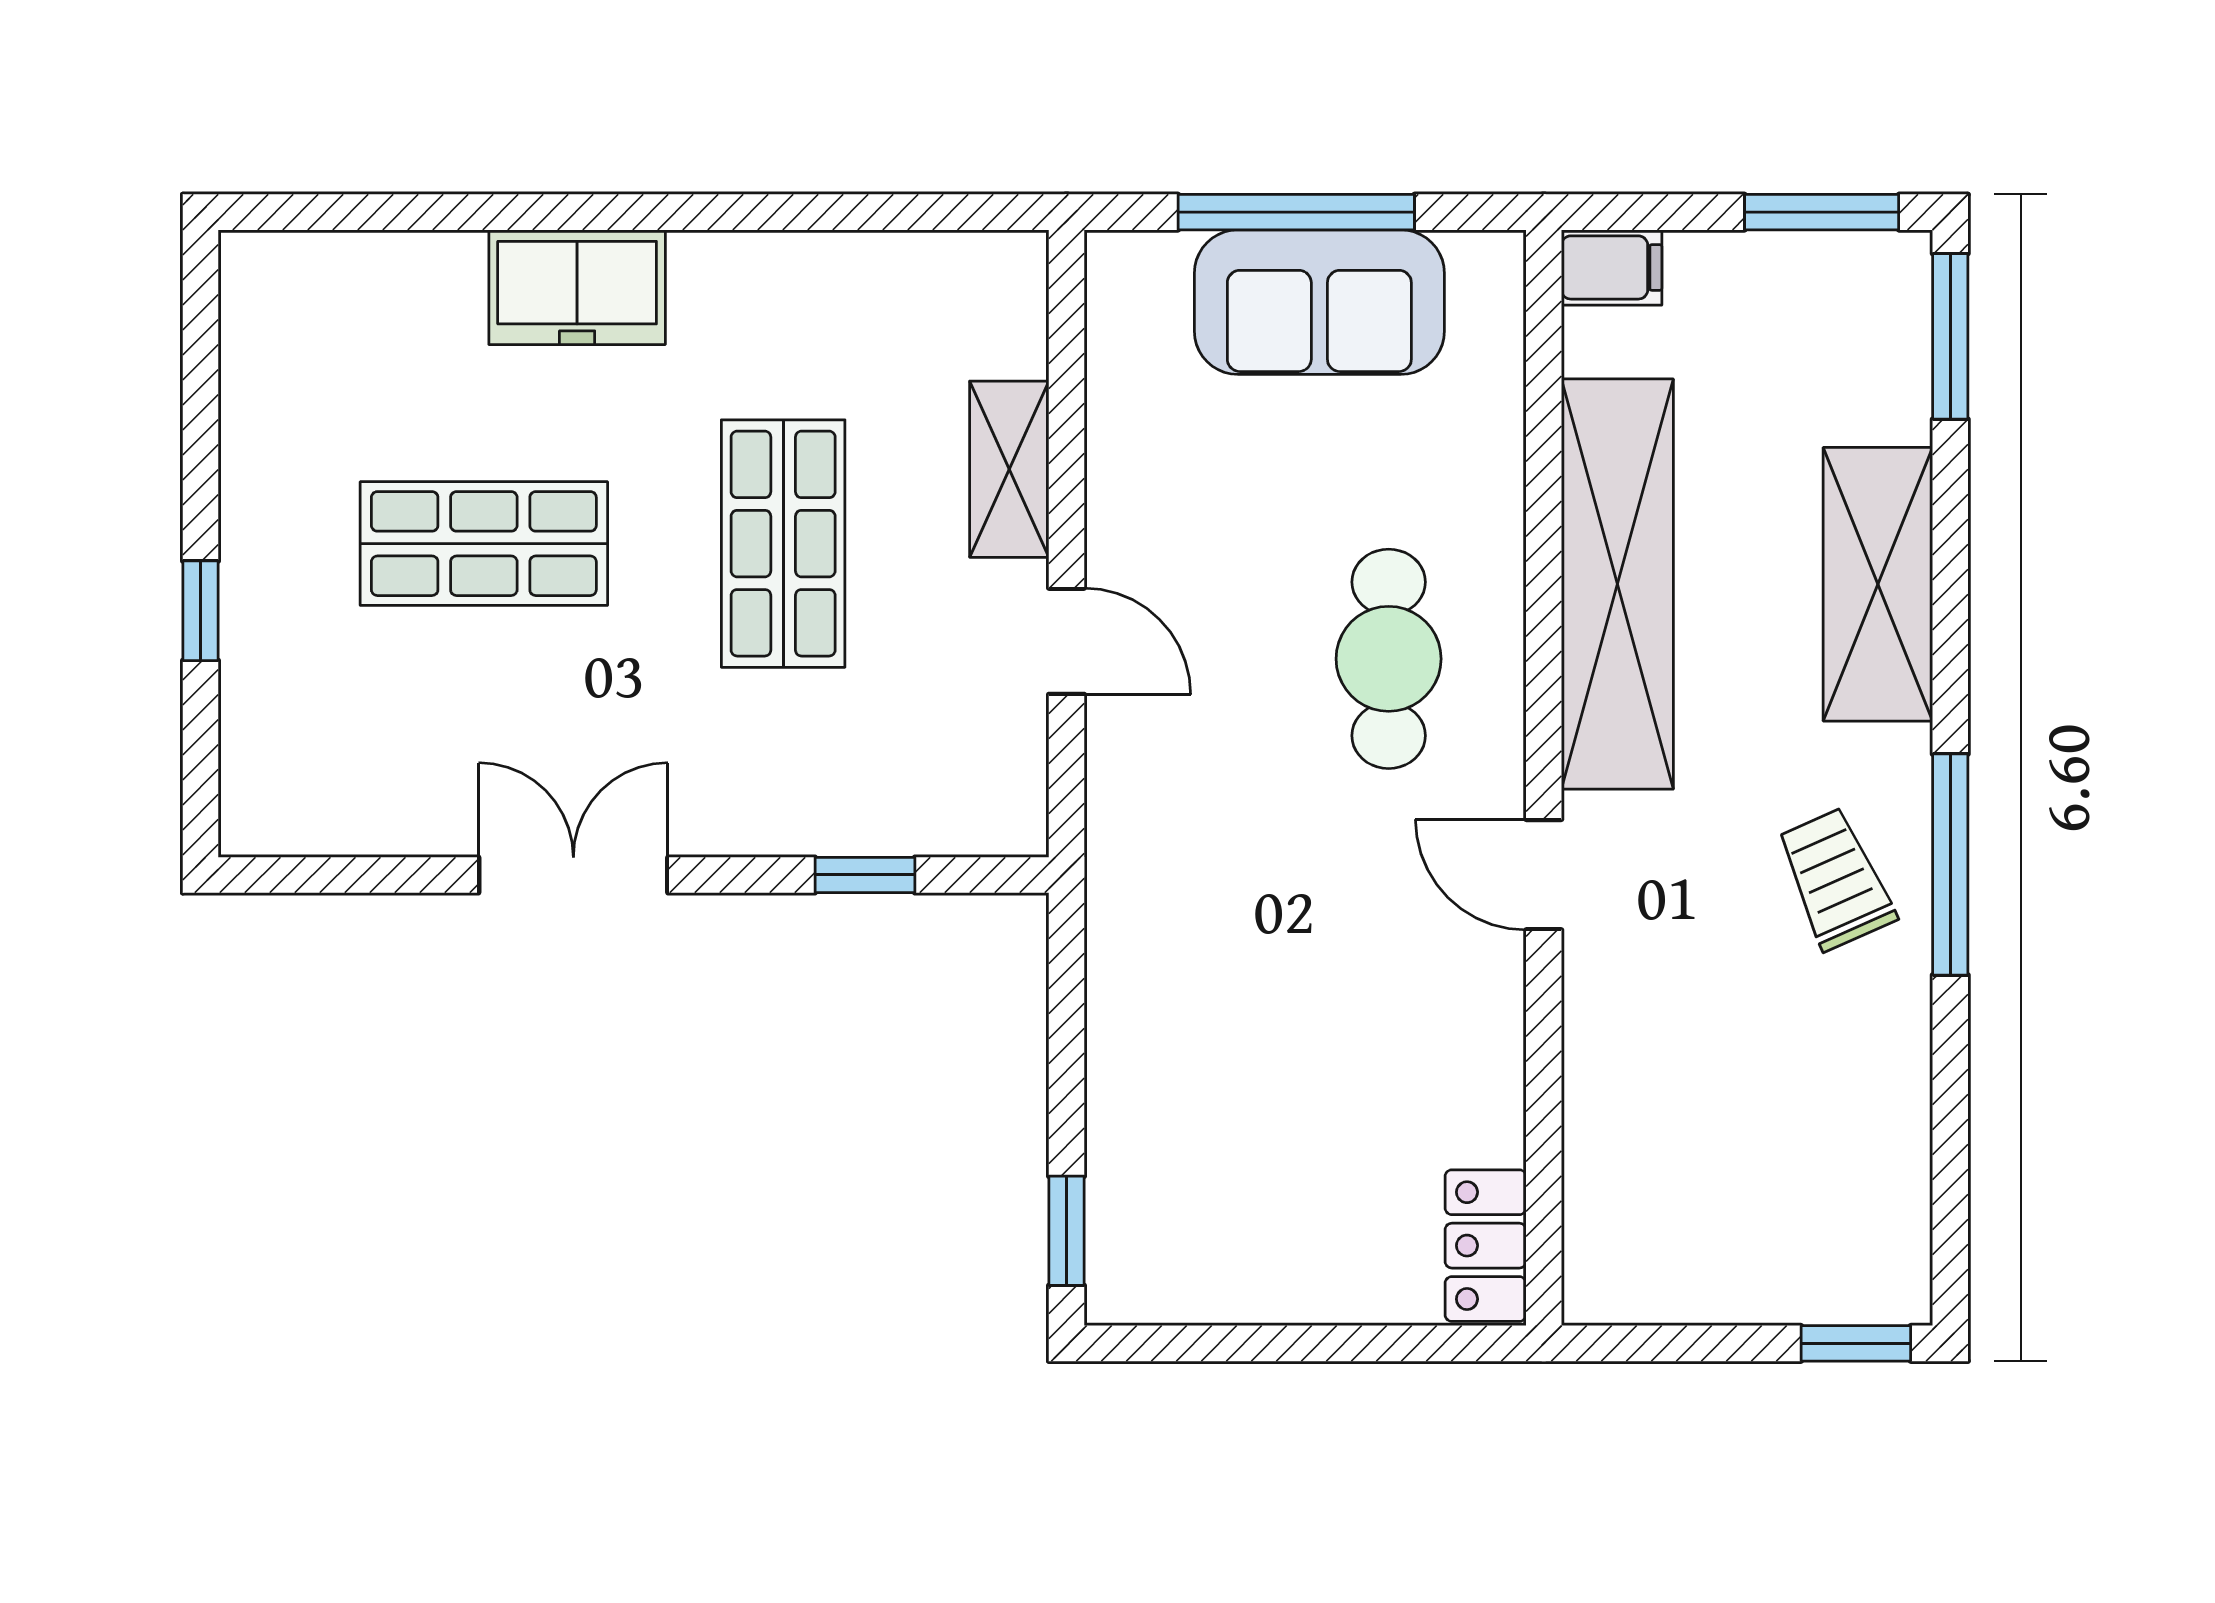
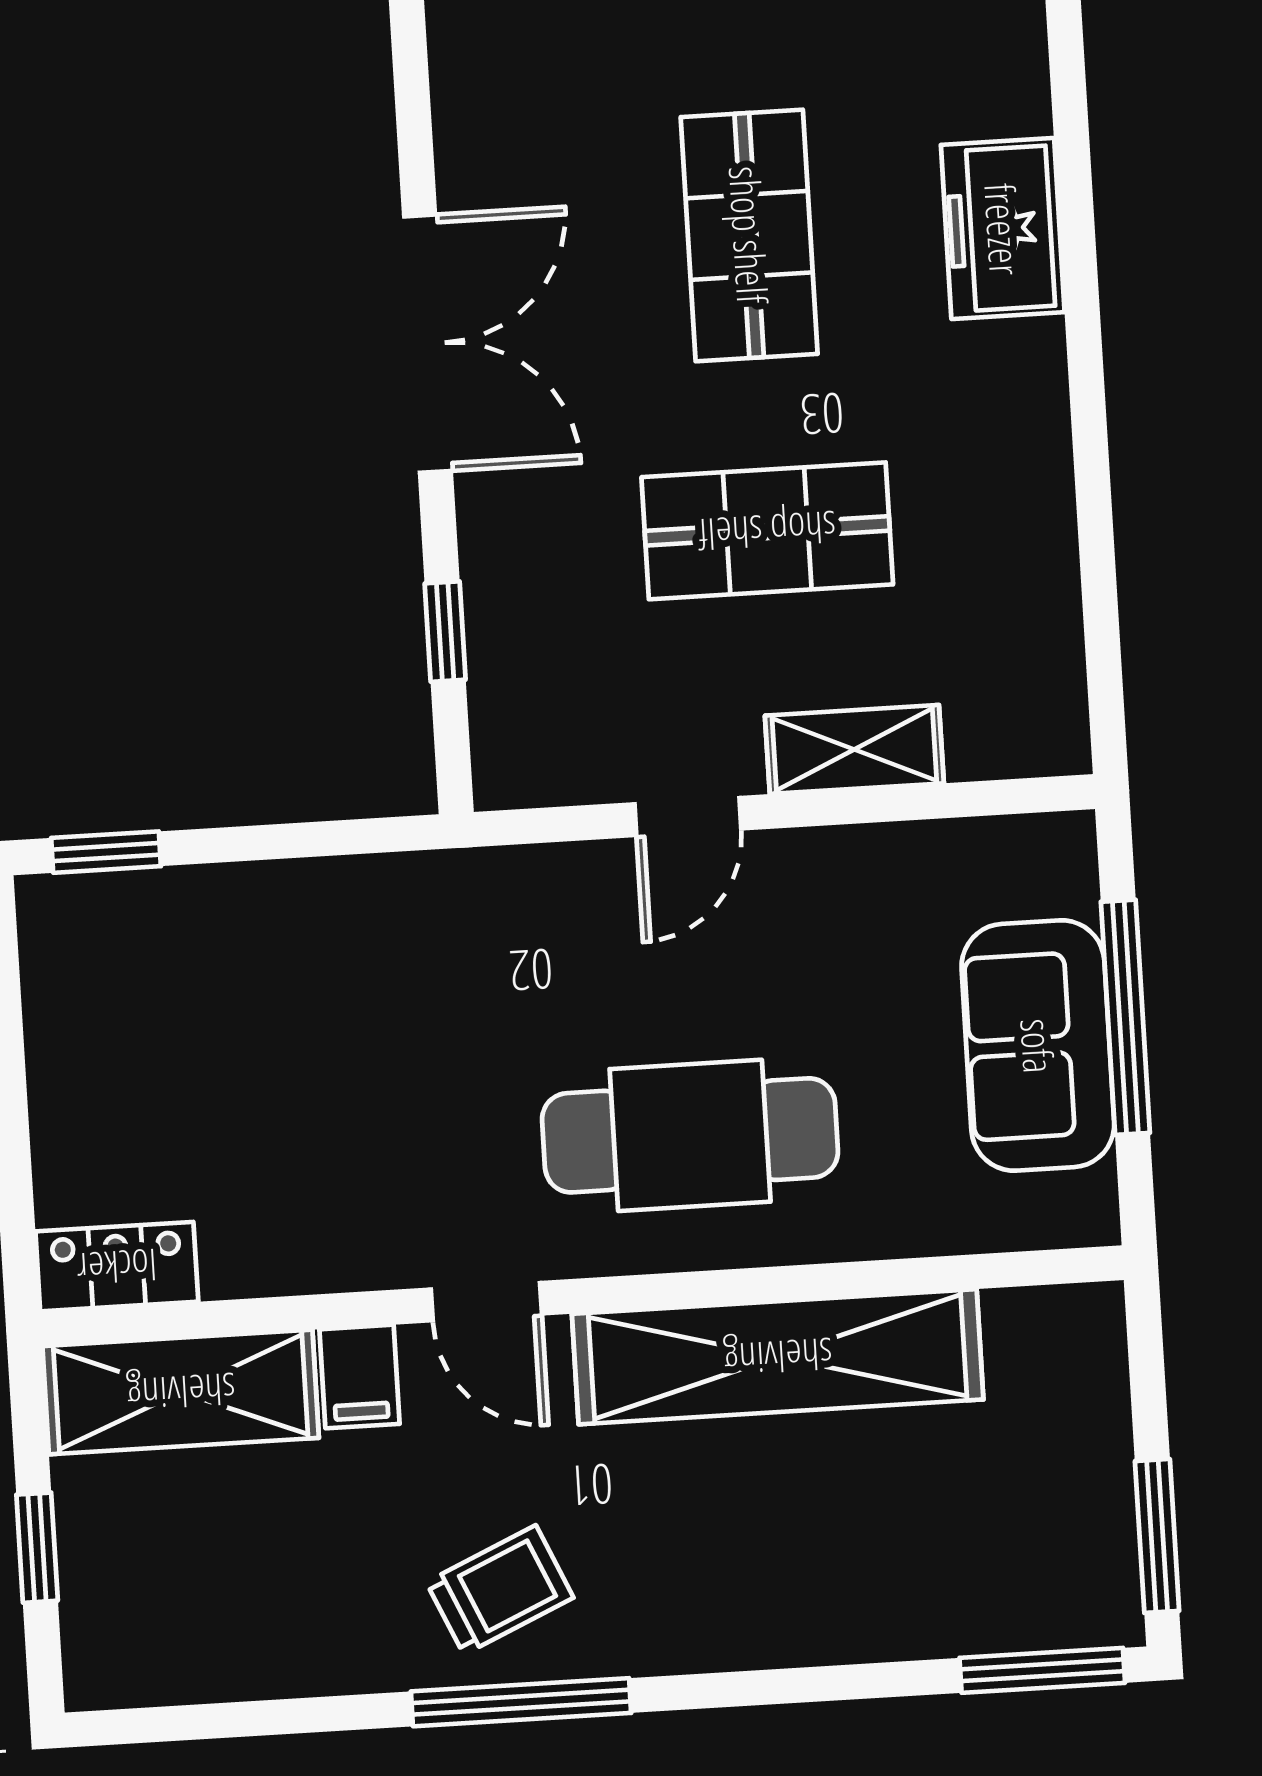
filing cabinet: (1612, 267) -> (360, 1377), moved
freezer: (577, 287) -> (1003, 229), moved
shelving: (1878, 584) -> (181, 1392), moved
cafe table: (1389, 659) -> (690, 1135), width x1.37, depth x1.35
double door: (573, 875) -> (427, 344), width x1.37
door: (1544, 875) -> (486, 1302), swing flipped
window: (1856, 1343) -> (37, 1548), moved

